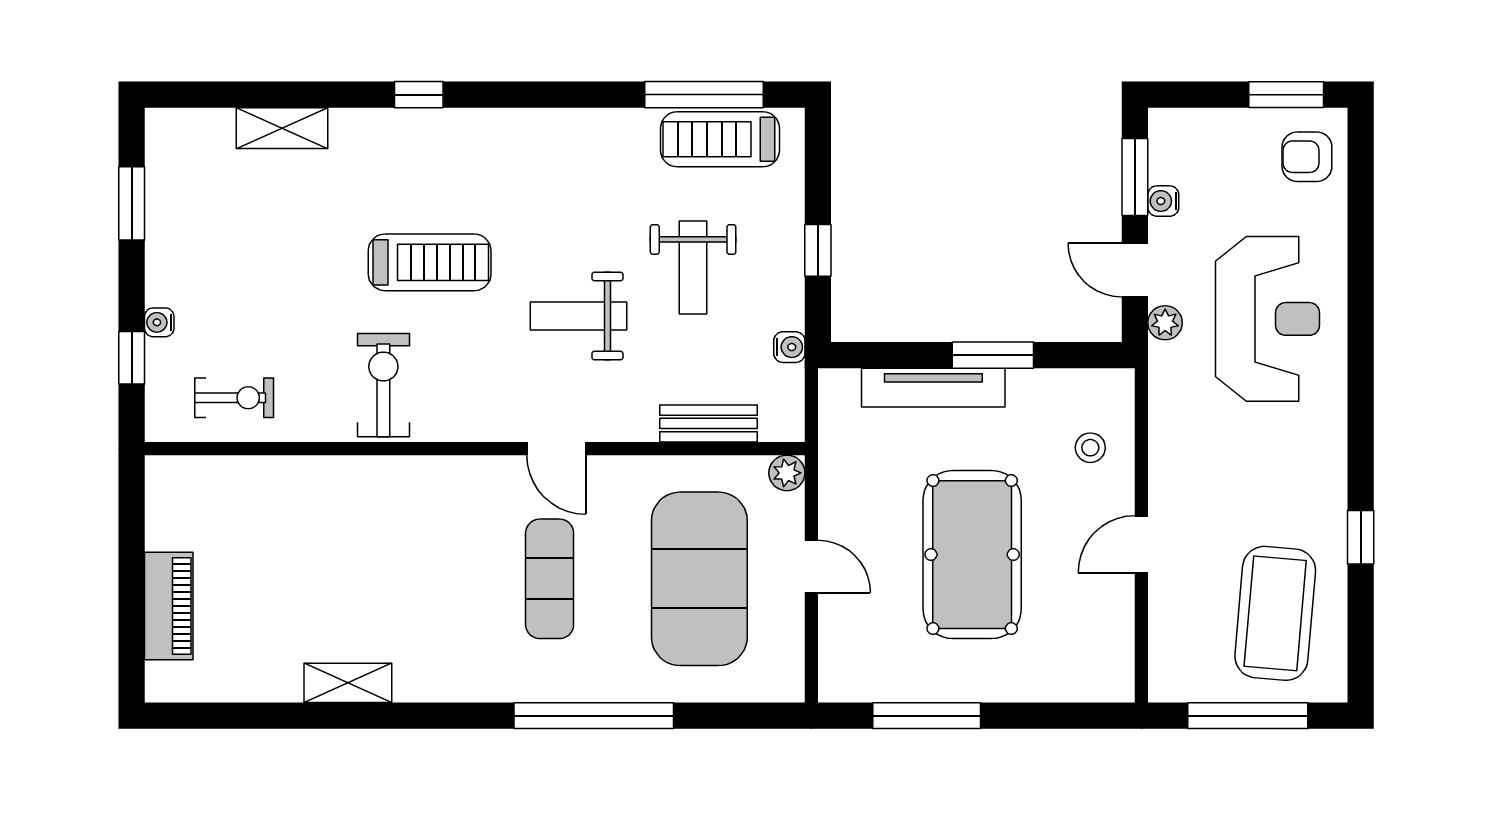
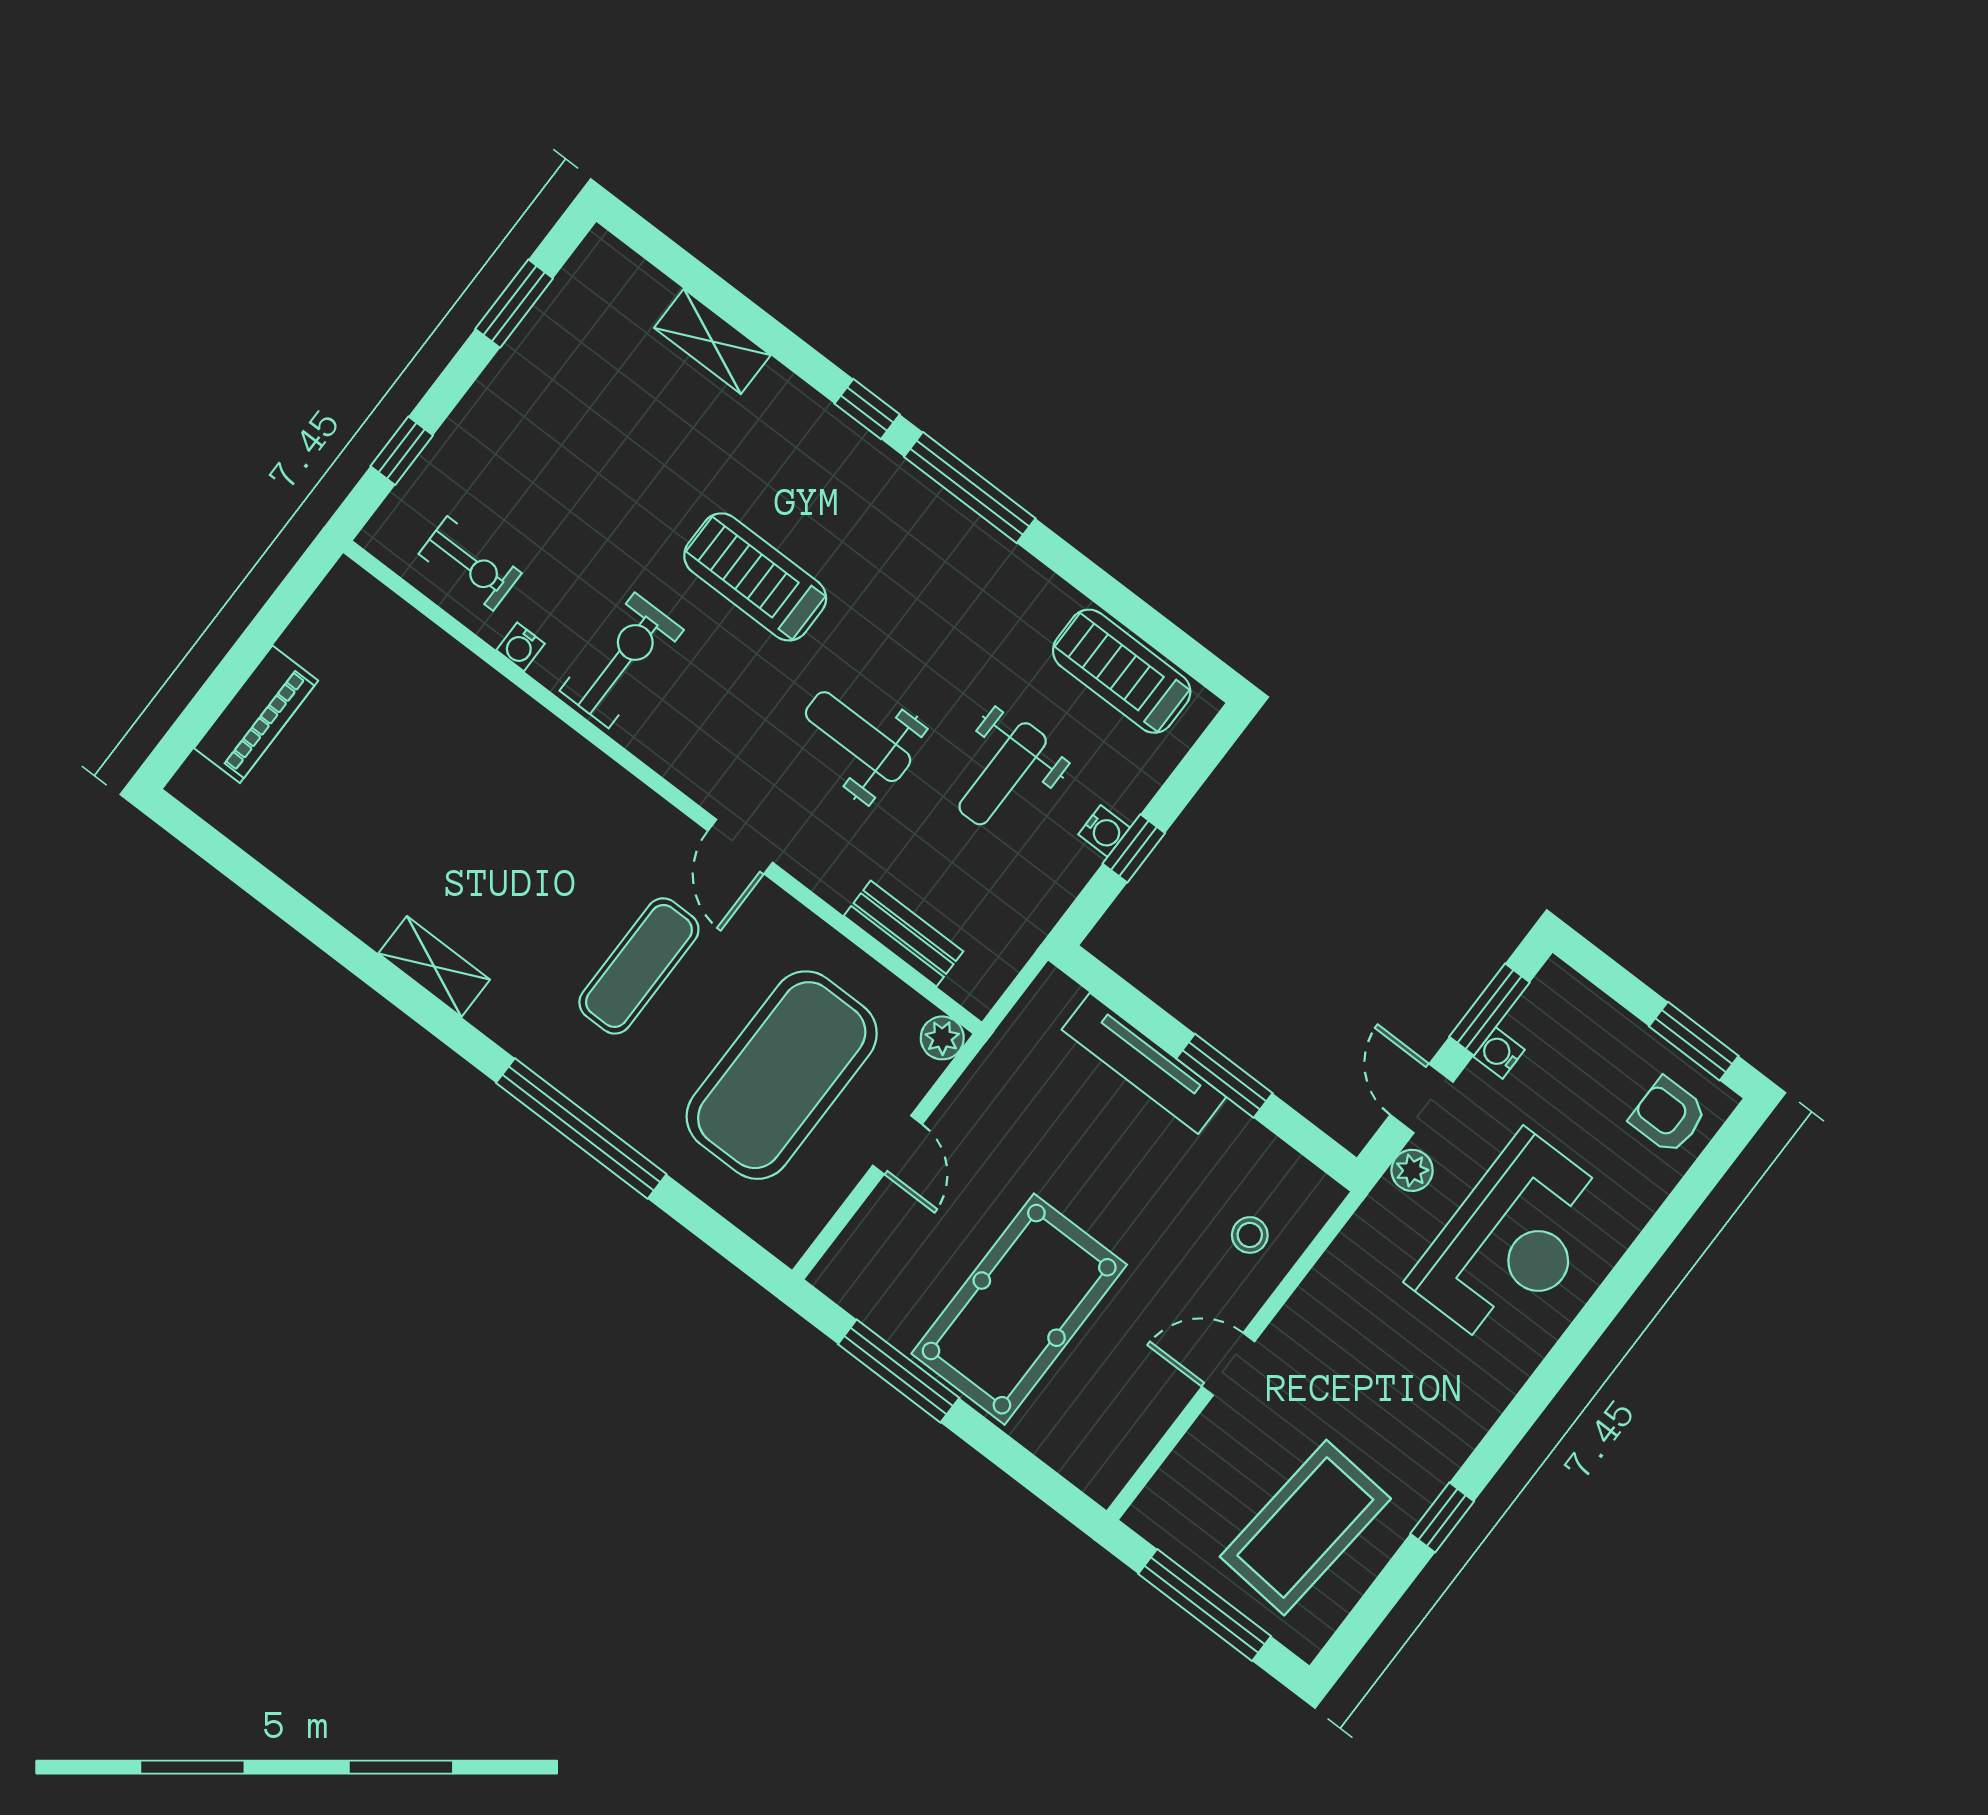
window: (704, 95) -> (970, 488), moved
treadmill: (430, 262) -> (755, 577), turned 180
water cooler: (159, 322) -> (520, 647), moved, turned -90
water cooler: (789, 347) -> (1104, 831), moved
pool table: (972, 555) -> (1019, 1309), moved
shelving: (348, 683) -> (434, 967), moved

